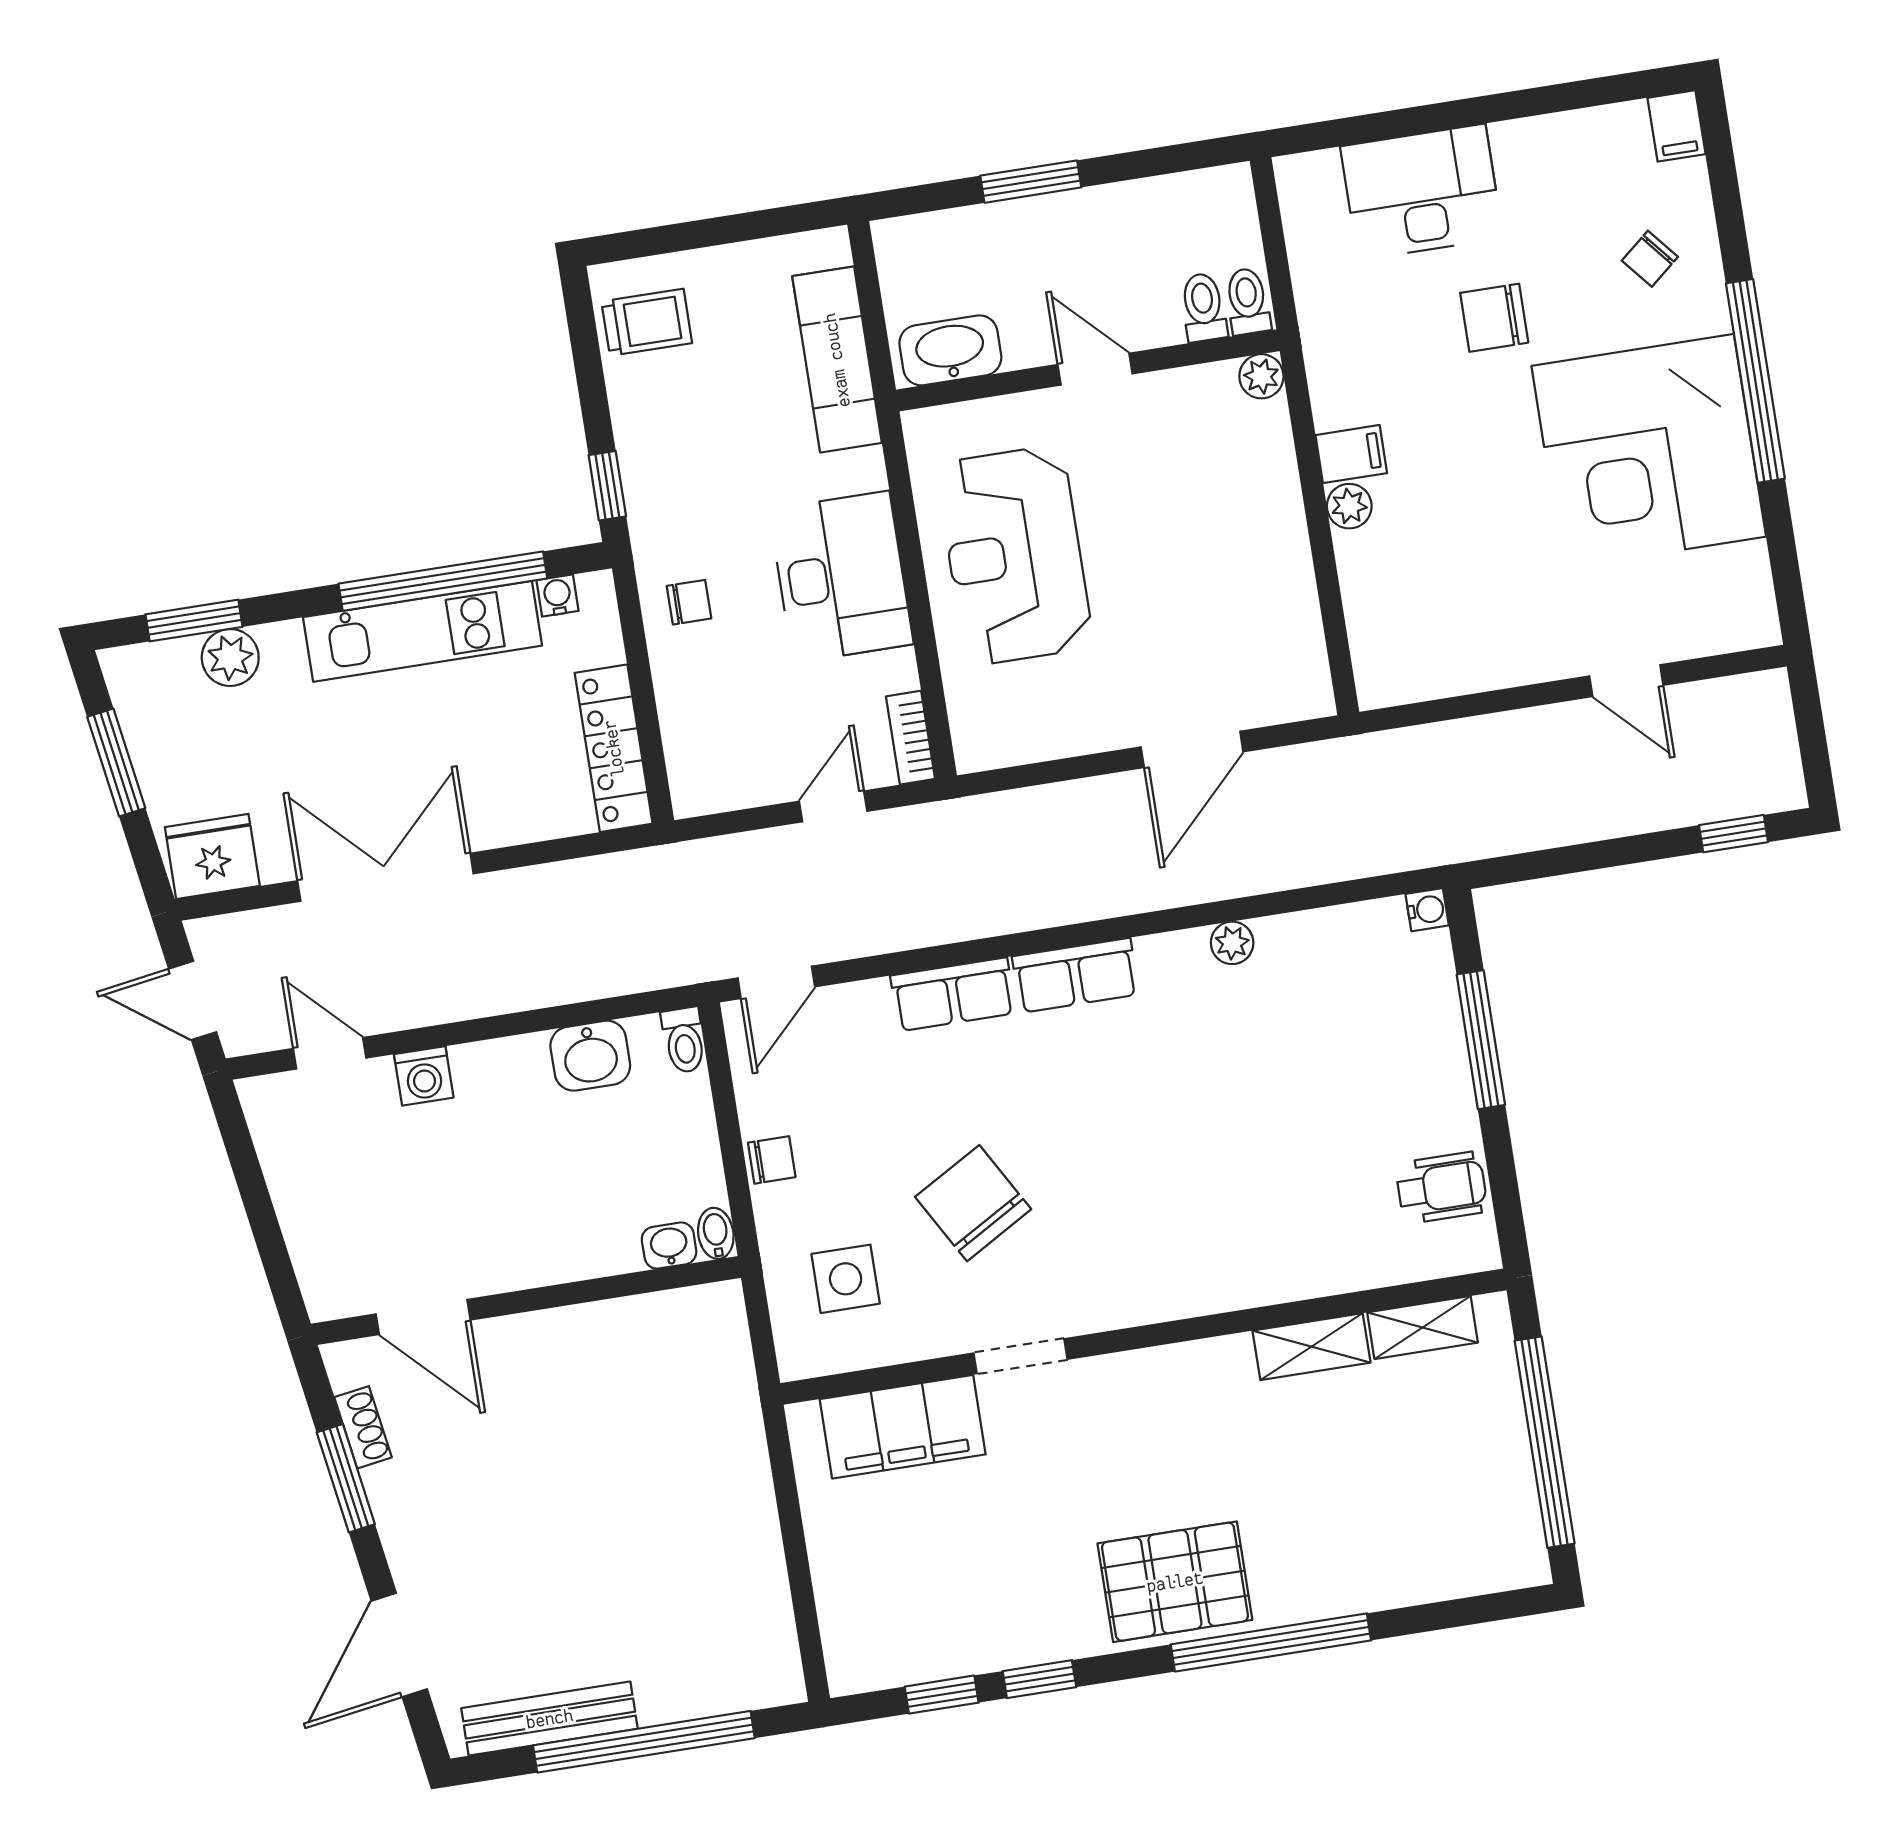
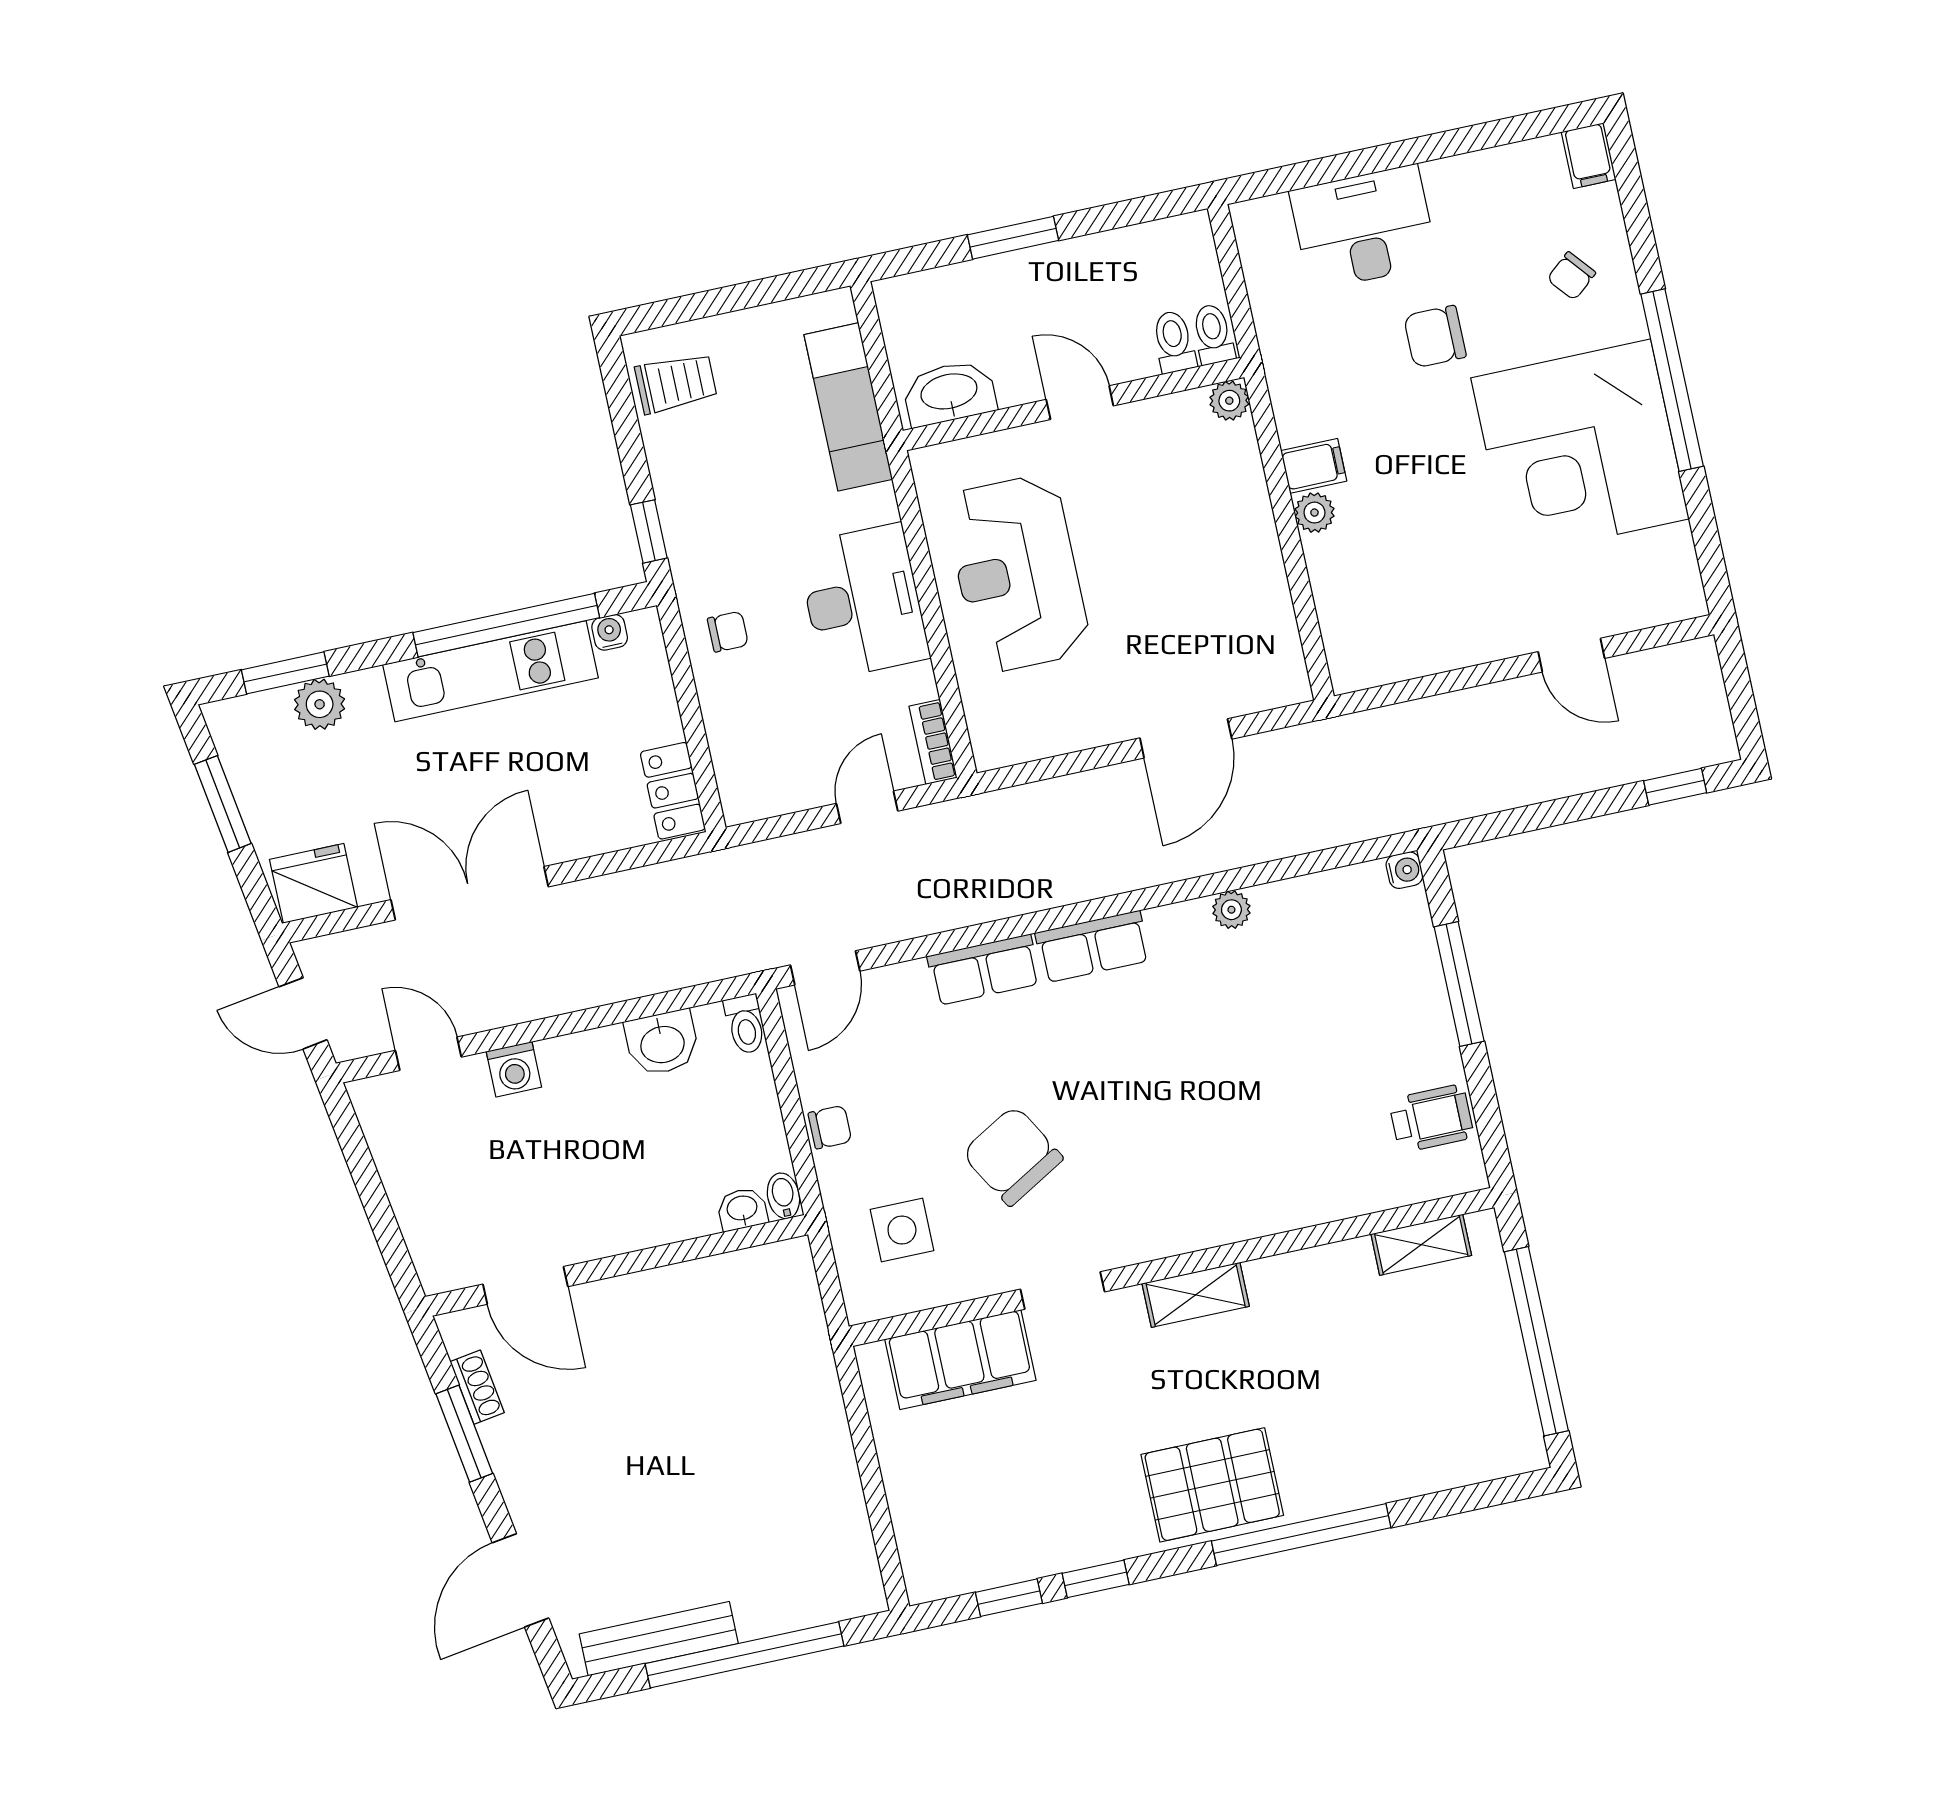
locker: (614, 748) -> (673, 791), width x0.66
shelving: (1311, 1347) -> (1196, 1295), moved

